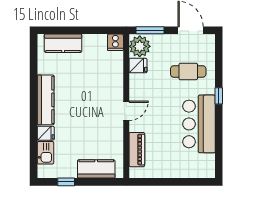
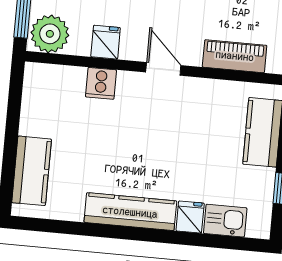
cooker: (115, 42) -> (101, 83), moved, turned 90
fridge: (138, 66) -> (106, 42), moved

